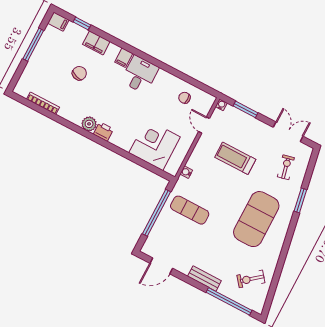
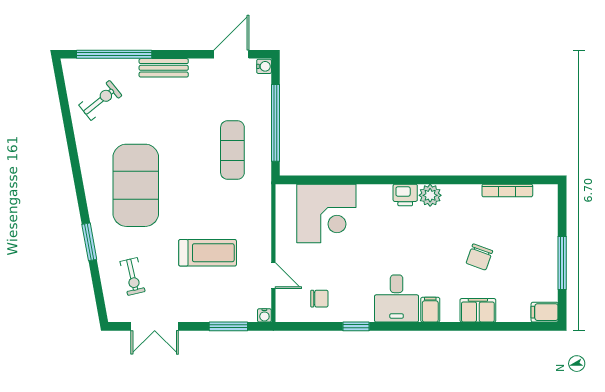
window: (82, 23) -> (356, 326), moved
water cooler: (186, 172) -> (264, 66), moved
exercise mat: (190, 210) -> (232, 150), turned 90

